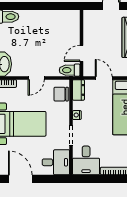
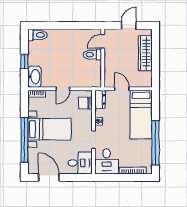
door: (82, 53) -> (103, 41), moved
toilet: (70, 70) -> (92, 55), moved

